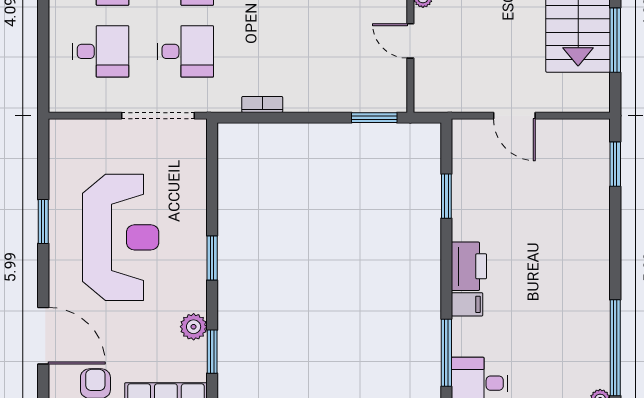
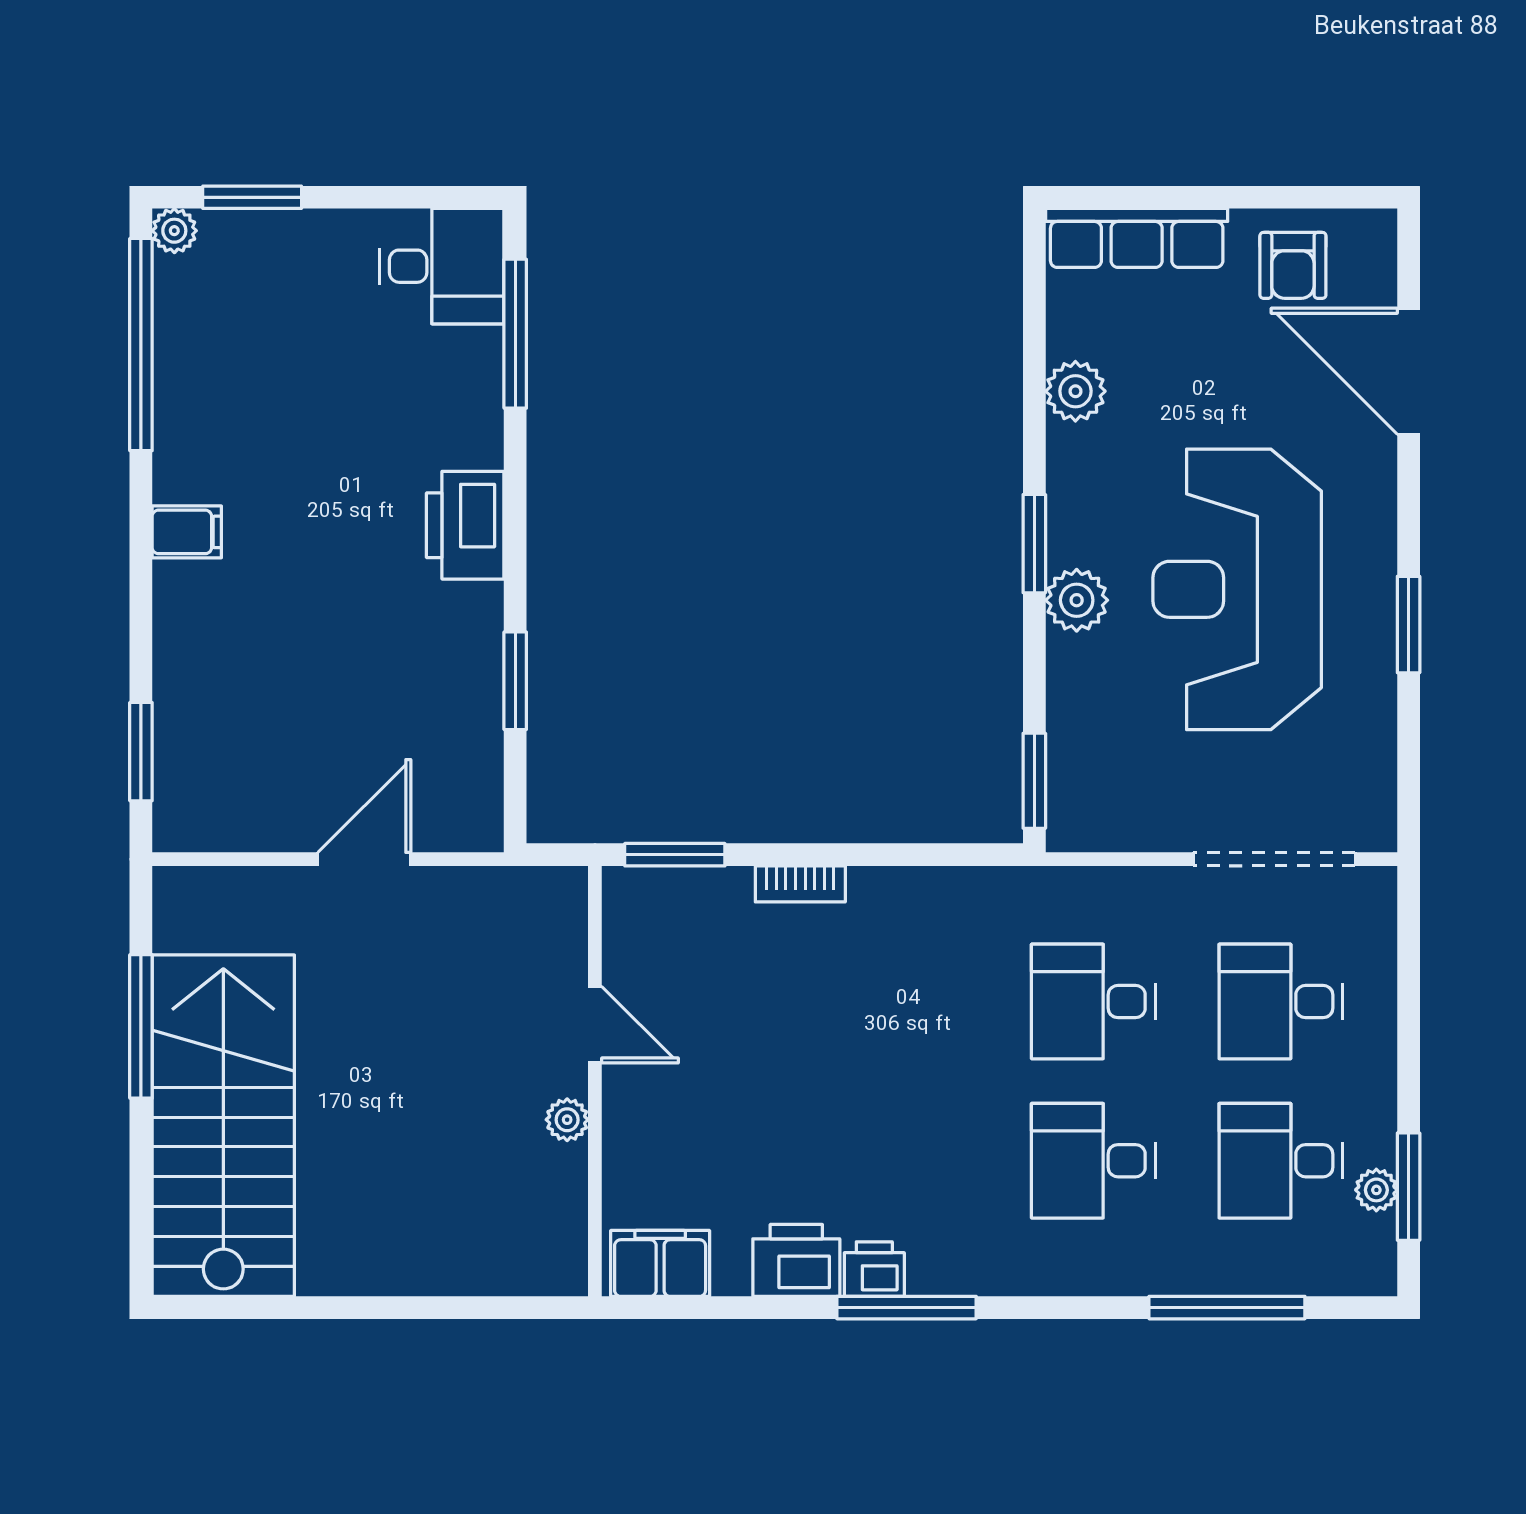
bookcase: (262, 104) -> (800, 884), moved
doorway: (158, 116) -> (1274, 859), moved
door: (514, 116) -> (364, 859), hinge flipped
plant: (193, 232) -> (1077, 600), added
filing cabinet: (467, 304) -> (187, 532), moved, turned 180
window: (212, 352) -> (1034, 781), moved

